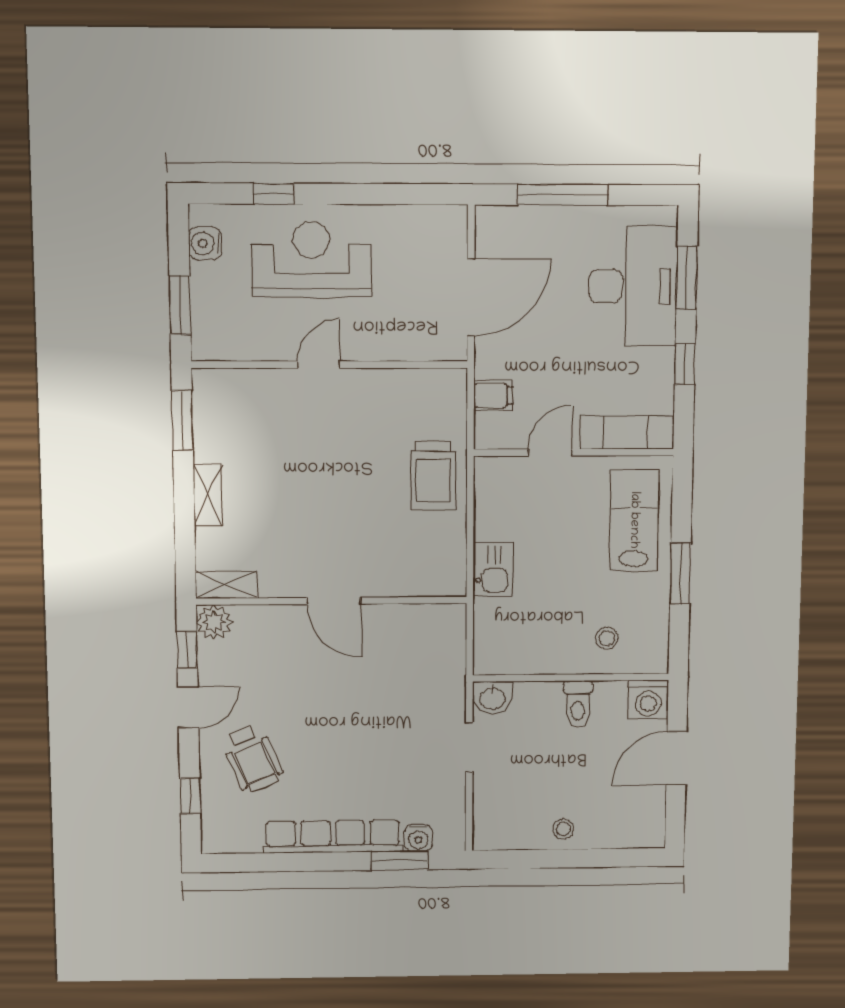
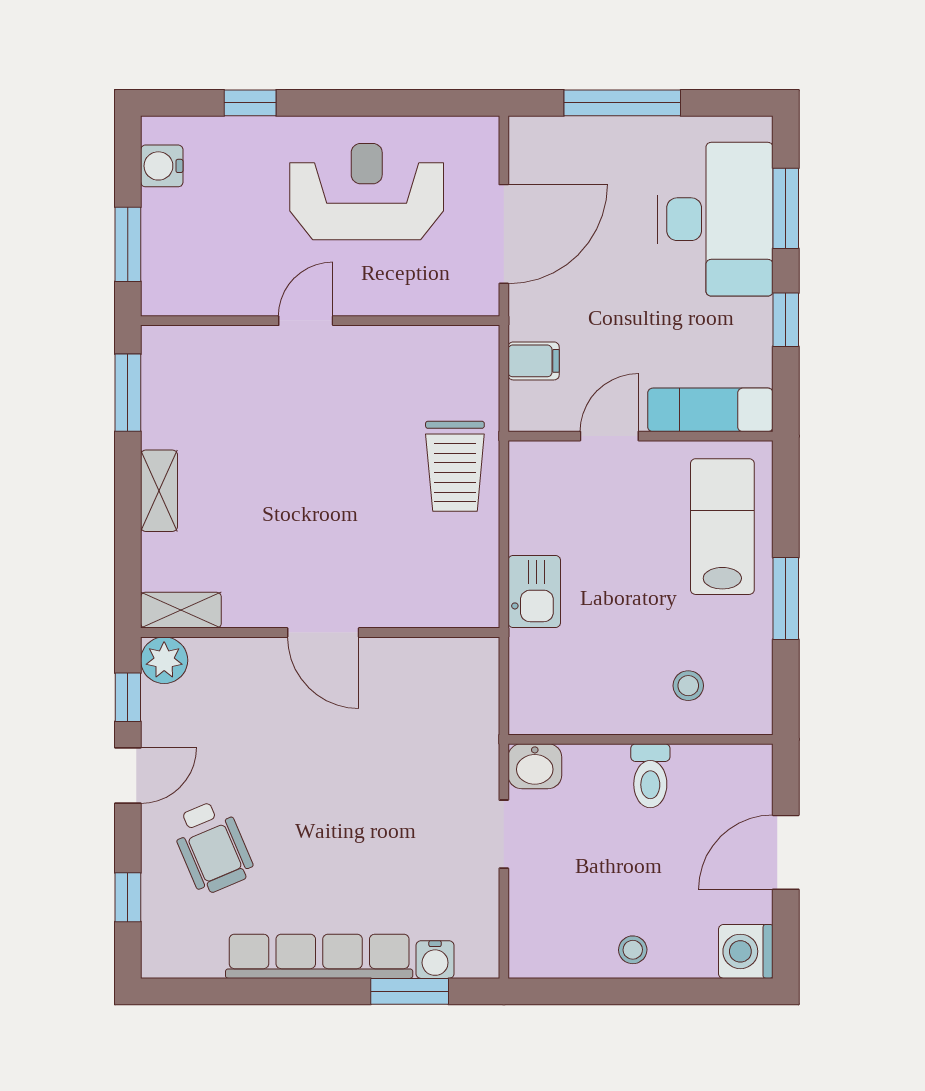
reception desk: (312, 260) -> (367, 192), moved
washing machine: (648, 700) -> (746, 951), moved, turned 90

